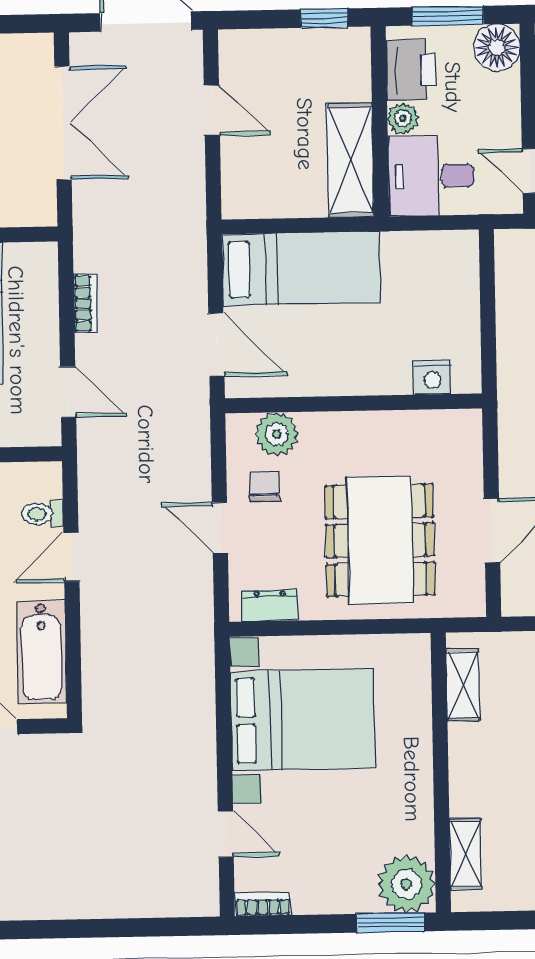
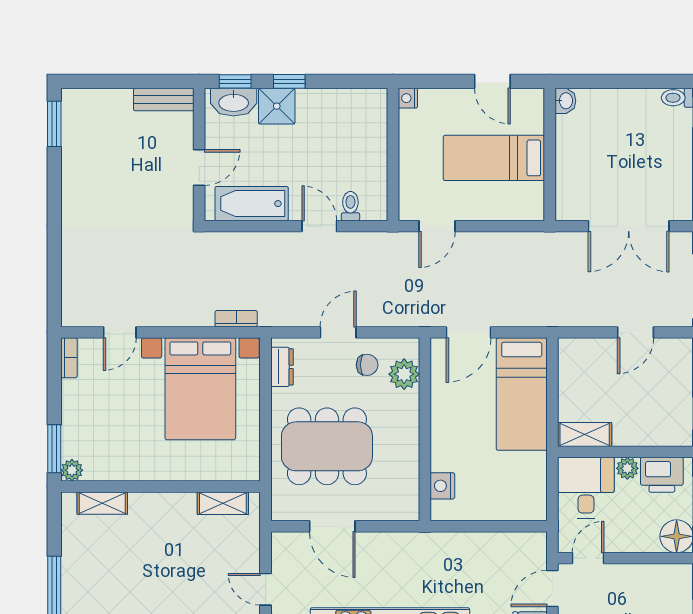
shelving: (350, 160) -> (585, 434), width x0.67, depth x0.75
bookcase: (86, 304) -> (236, 319), moved, turned 180
plant: (407, 884) -> (72, 470), width x0.53, depth x0.53

